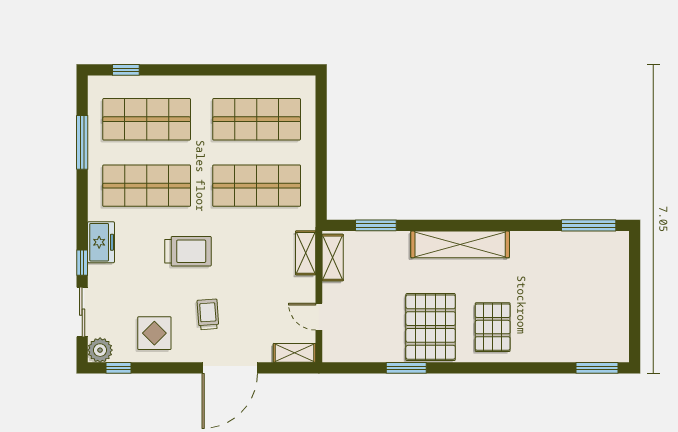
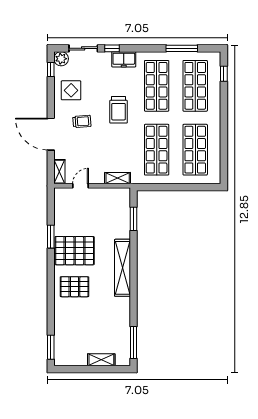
shelving: (333, 258) -> (101, 360), moved

